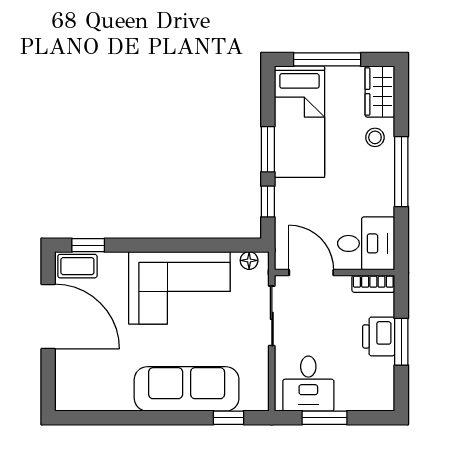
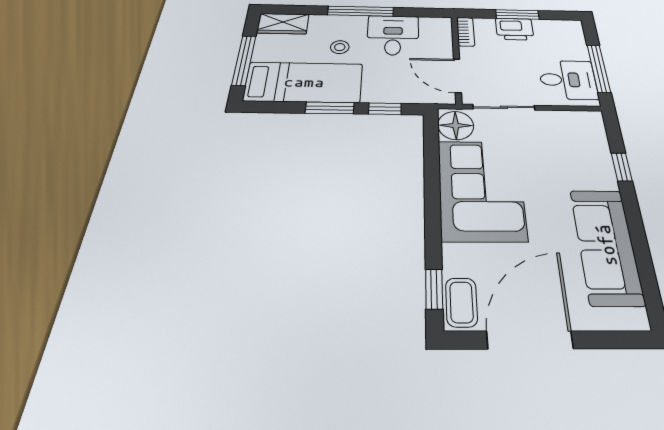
stool: (375, 137) -> (340, 47), moved
desk: (366, 243) -> (393, 35), moved
floor lamp: (249, 260) -> (456, 125), width x1.89, depth x1.89
door: (311, 273) -> (457, 76), hinge flipped
sofa: (187, 389) -> (606, 245), moved
window: (229, 418) -> (622, 167), moved
window: (325, 418) -> (599, 68), width x1.44

